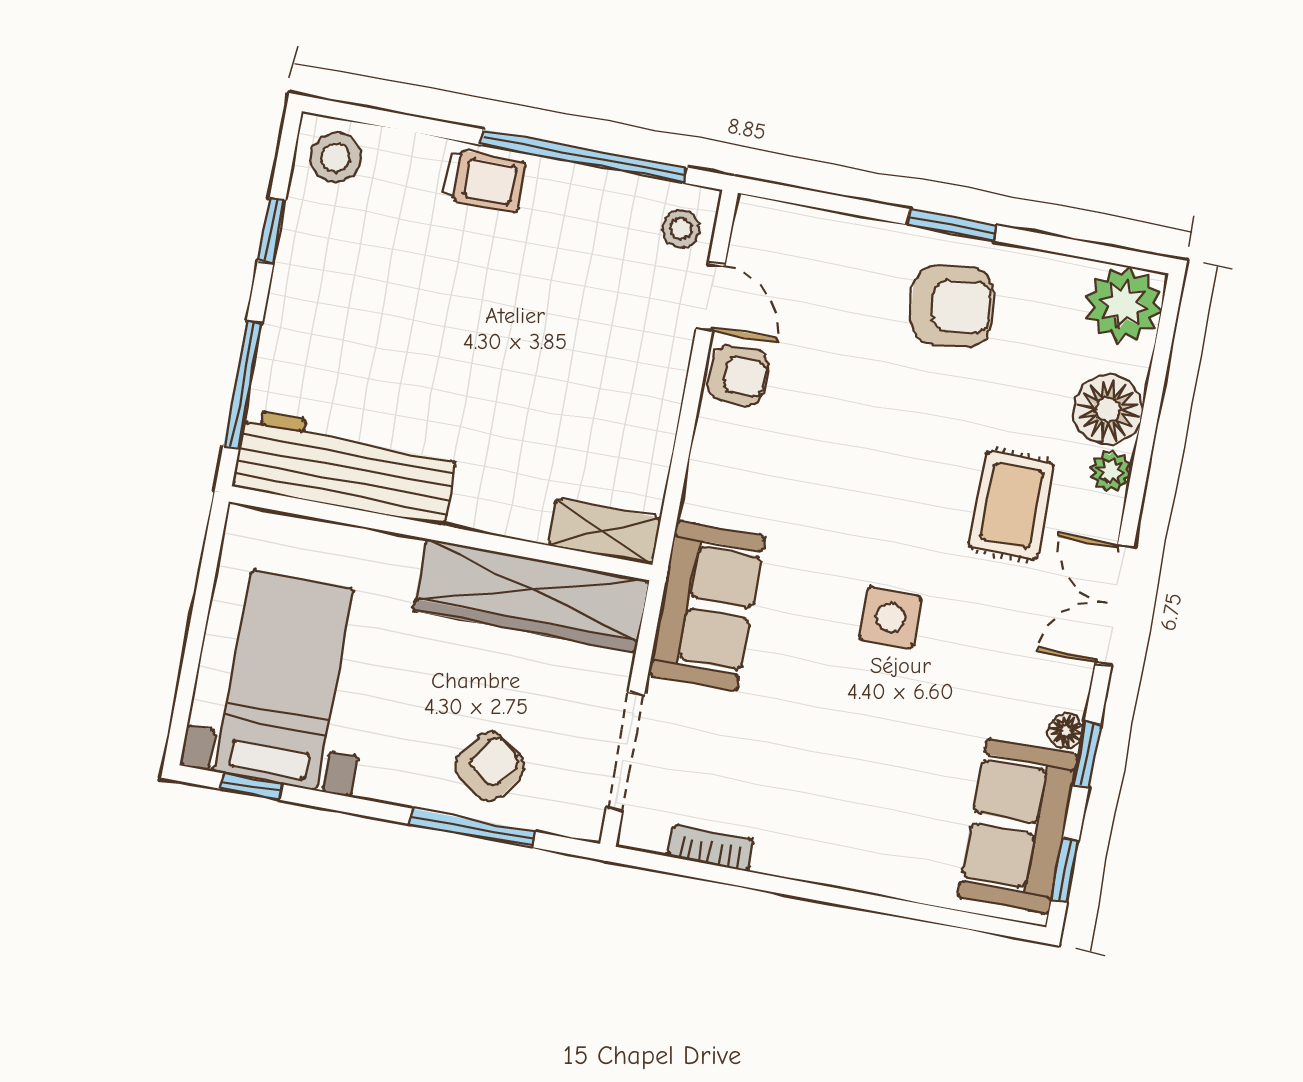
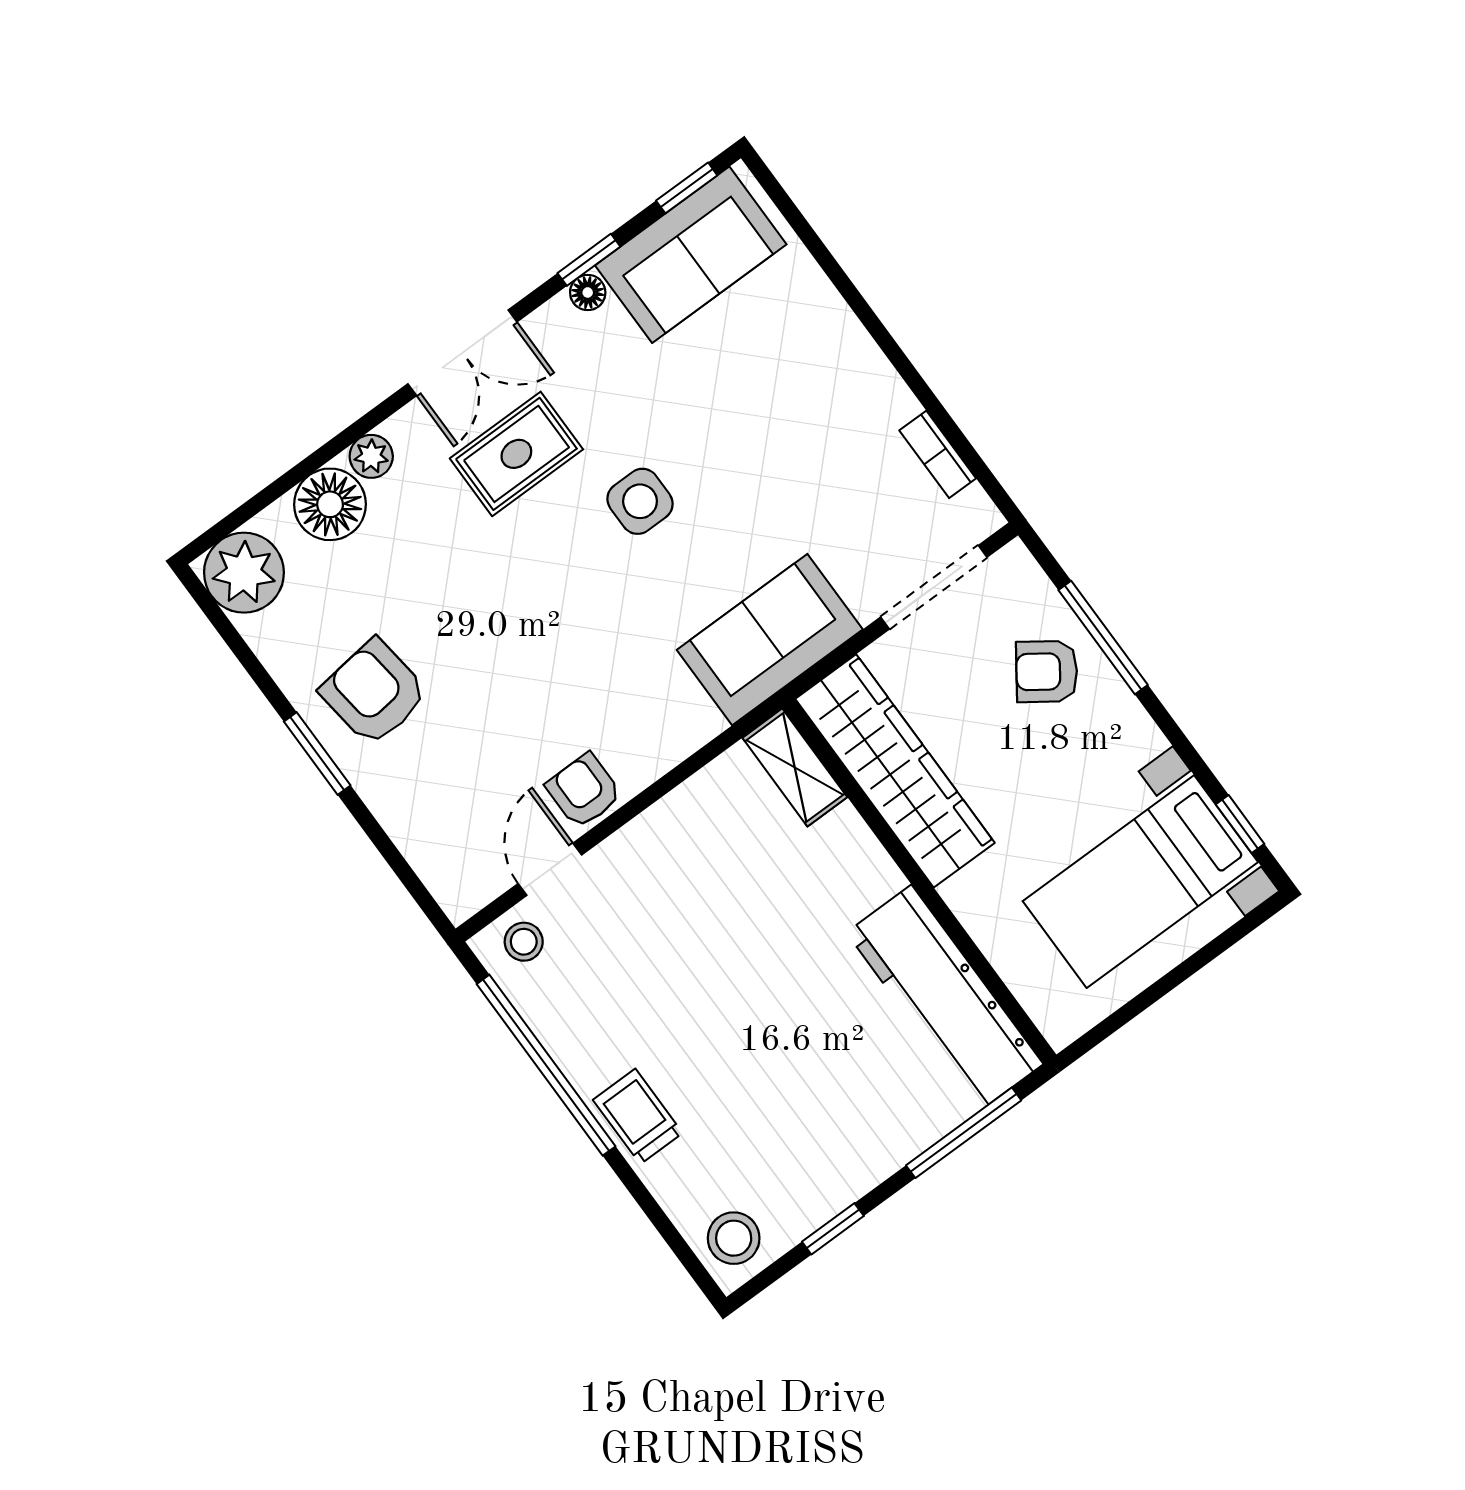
rug: (1012, 505) -> (516, 454), moved

